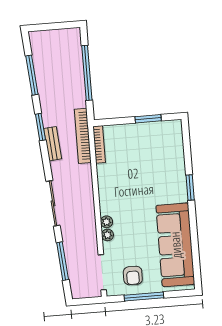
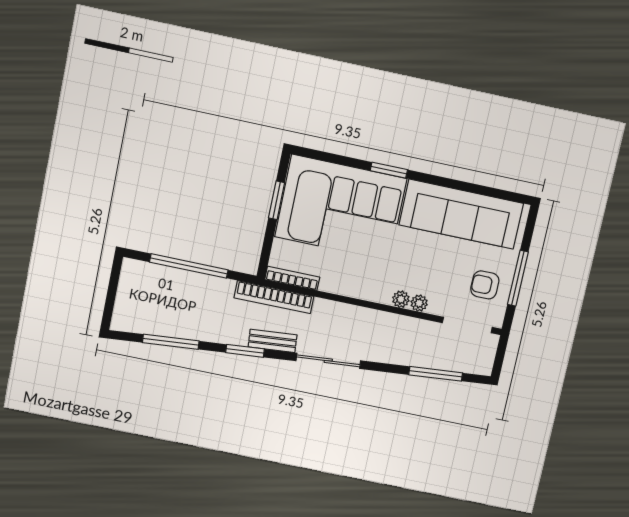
corner sofa: (156, 163) -> (341, 208), added
sliding door: (53, 203) -> (328, 361), moved
armchair: (133, 276) -> (485, 285), turned 180

